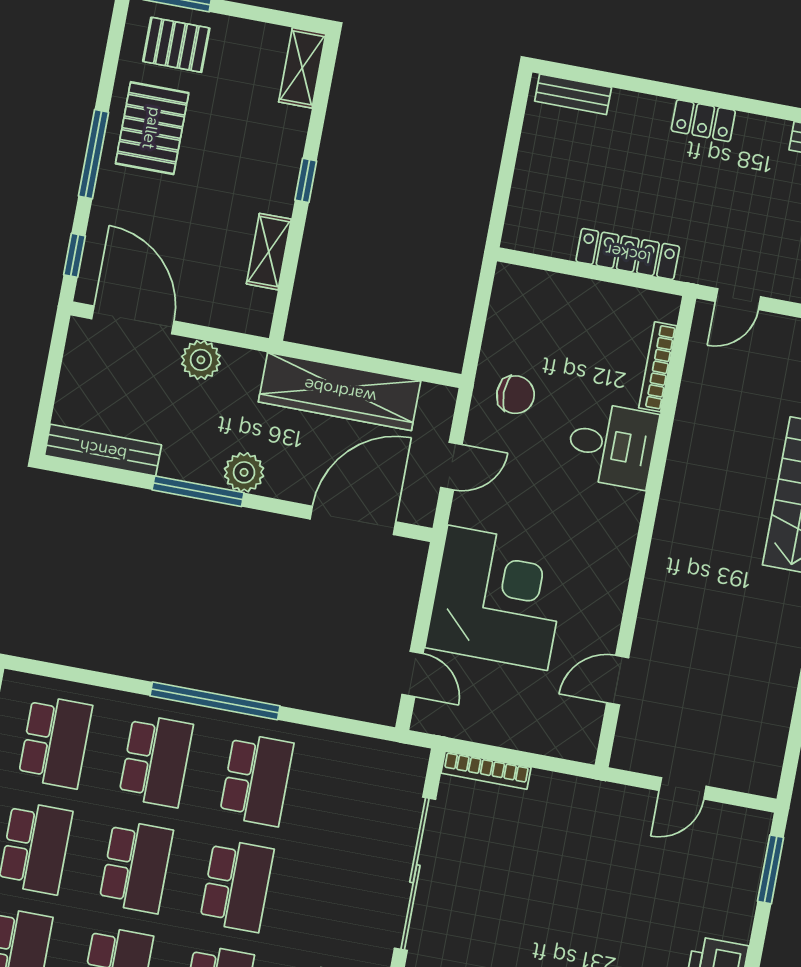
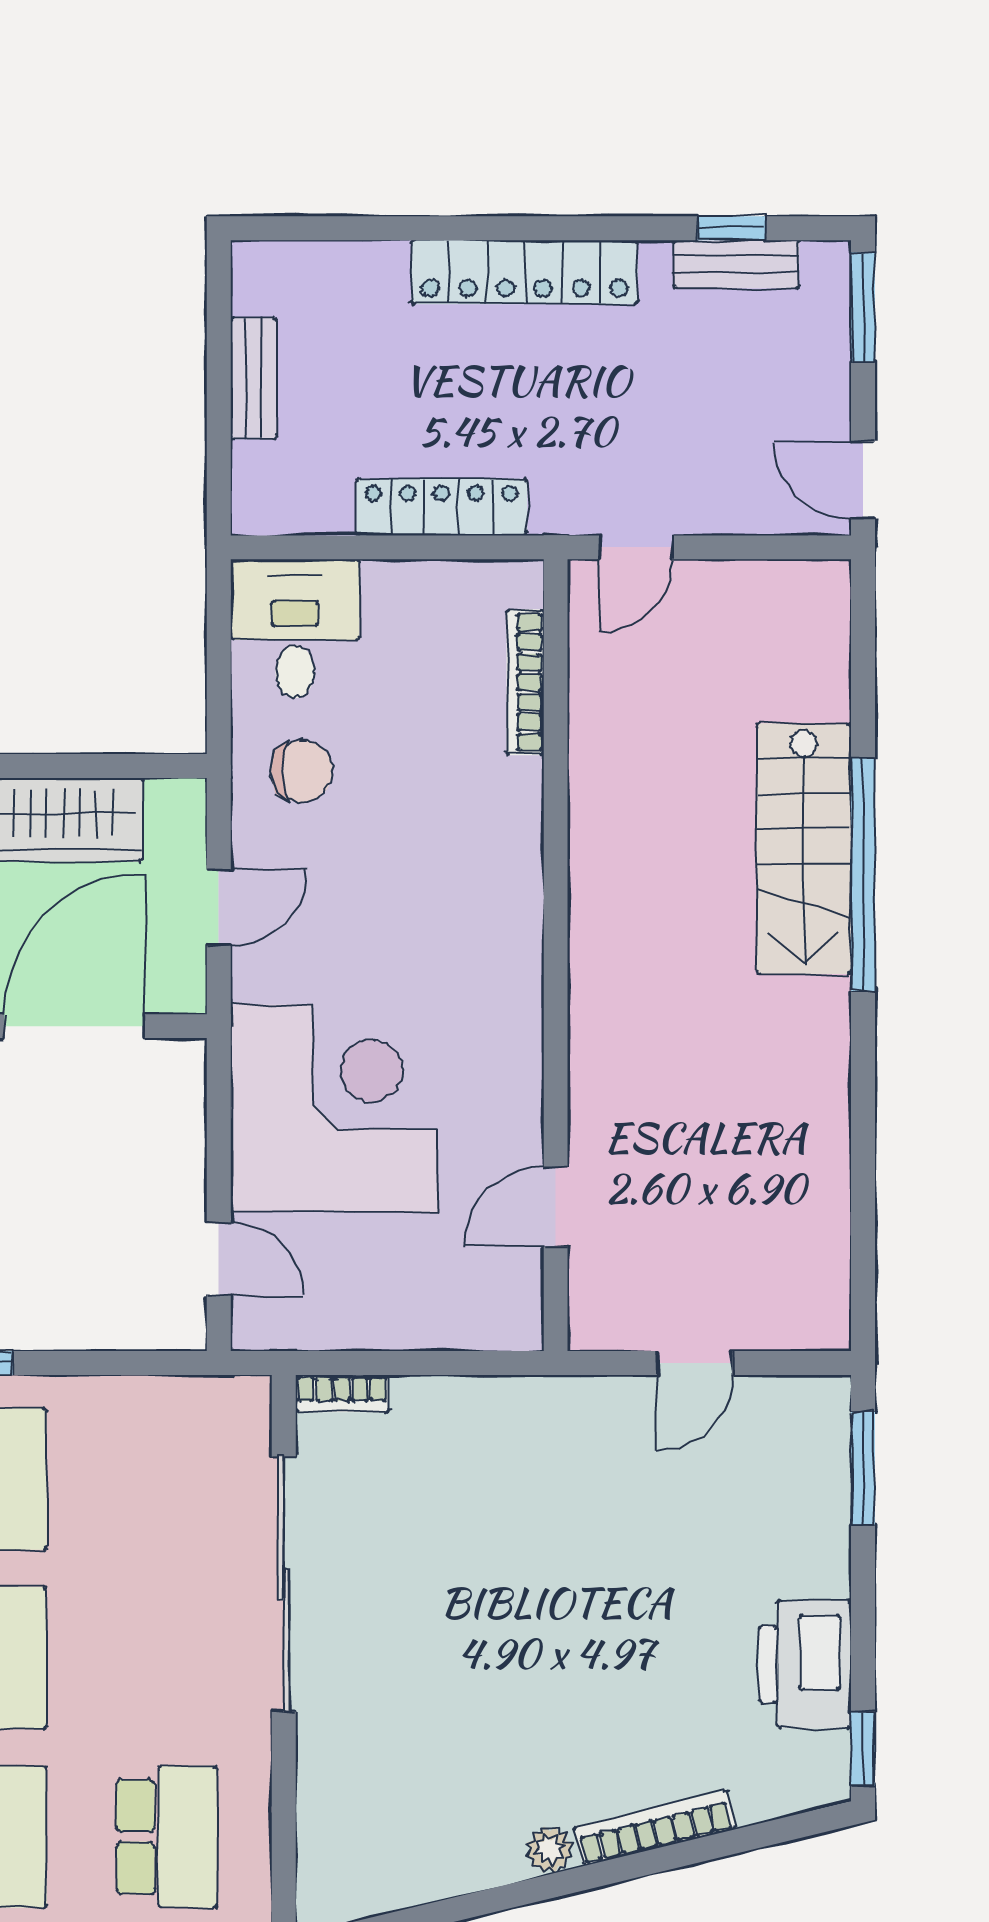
bench: (573, 94) -> (254, 378), moved, turned 90
locker: (703, 121) -> (524, 272), width x2.16, depth x1.21
desk: (612, 445) -> (295, 629), moved, turned -90
bookcase: (486, 770) -> (342, 1393), width x0.64

